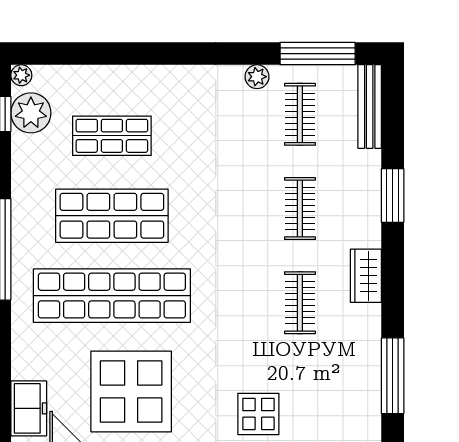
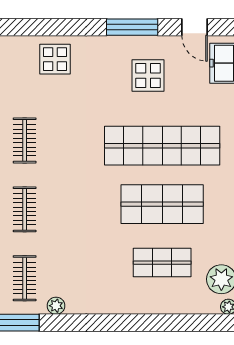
display table: (131, 391) -> (148, 76), width x0.54, depth x0.54

